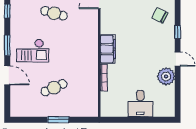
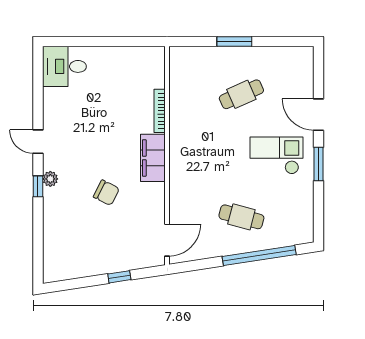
window: (7, 11) -> (319, 220), removed
chair: (160, 15) -> (106, 193), moved
plant: (166, 76) -> (50, 179), moved, width x0.53, depth x0.53
desk: (140, 104) -> (64, 66), moved, turned -90

